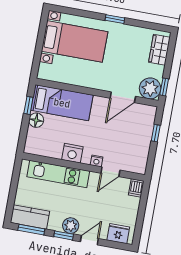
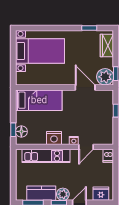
window: (115, 19) -> (89, 28), moved
door: (123, 97) -> (85, 87), swing flipped
window: (28, 105) -> (13, 130), moved
floor lamp: (36, 120) -> (21, 131), moved
kitchen counter: (30, 217) -> (41, 193), moved

